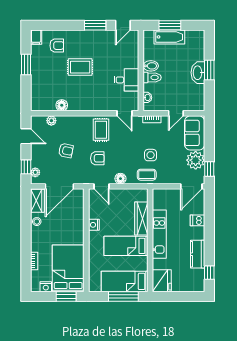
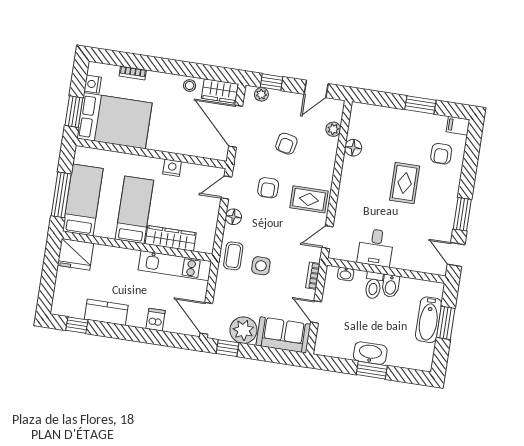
kitchen unit: (159, 234) -> (175, 266), moved

